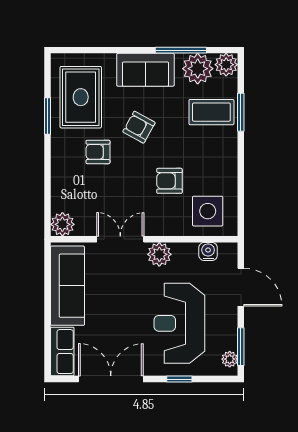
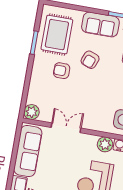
armchair: (139, 127) -> (90, 60), turned -98
armchair: (169, 181) -> (103, 97), removed
plant: (159, 254) -> (105, 144), moved

